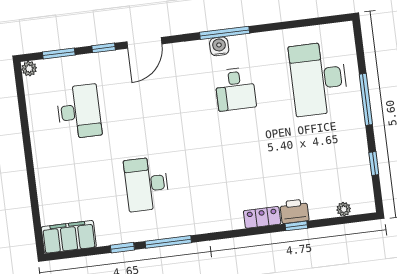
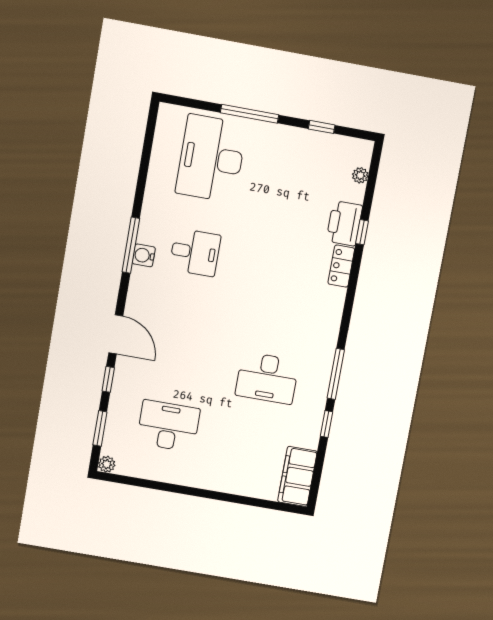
desk: (319, 79) -> (211, 158), turned 90
printer: (294, 211) -> (344, 223), width x1.37, depth x1.19

